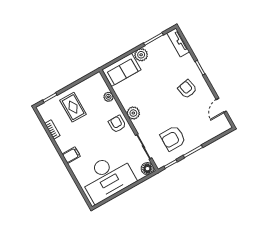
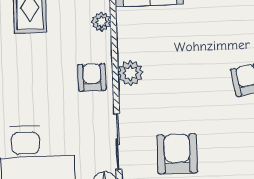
armchair: (173, 138) -> (177, 154), turned 90

